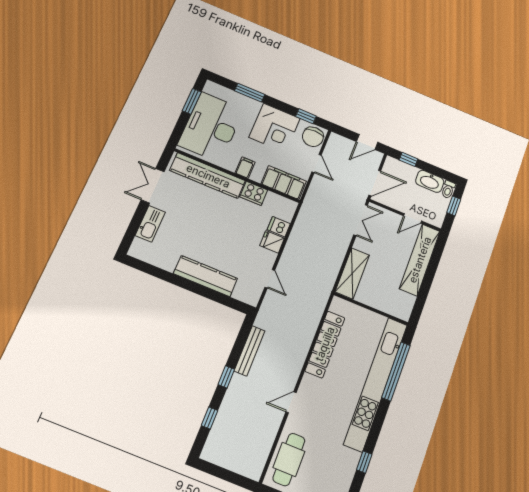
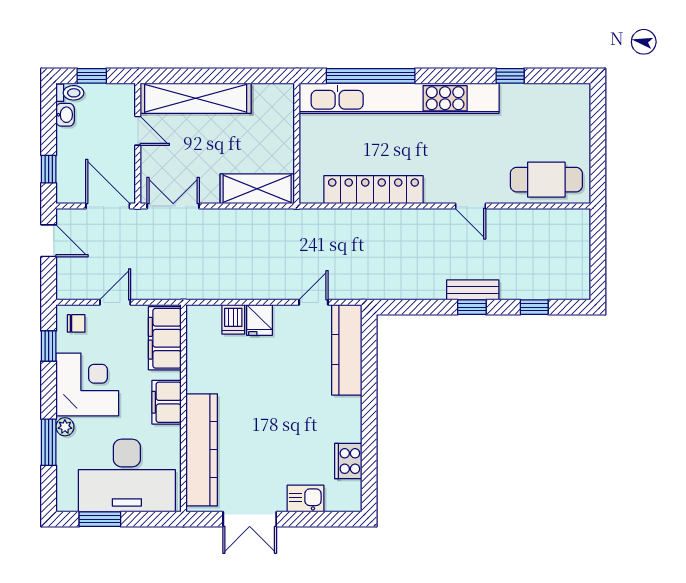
plant: (255, 105) -> (65, 427), added
chair: (313, 137) -> (76, 323), width x0.54, depth x0.54
filing cabinet: (245, 168) -> (167, 402), width x2.00
washbasin: (430, 181) -> (65, 115), width x0.52, depth x0.69
cooker: (254, 193) -> (348, 461), moved, turned 180
kitchen sink: (150, 224) -> (306, 499), width x0.73
kitchen counter: (205, 276) -> (347, 350), moved
bench: (250, 351) -> (473, 290), moved, width x0.73

